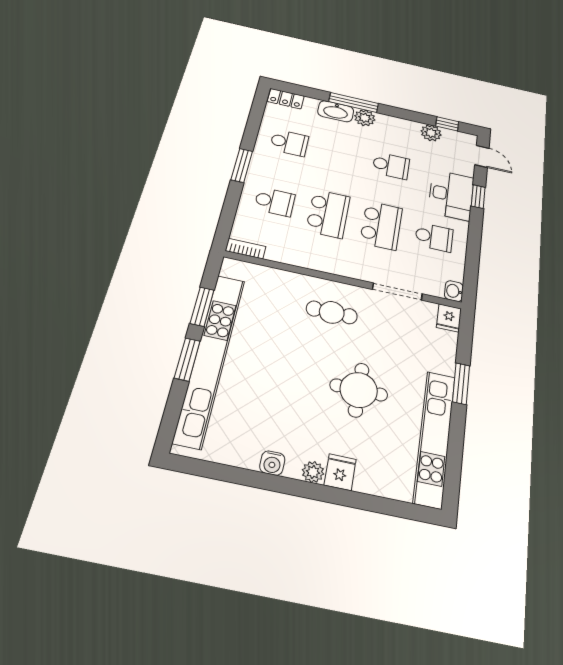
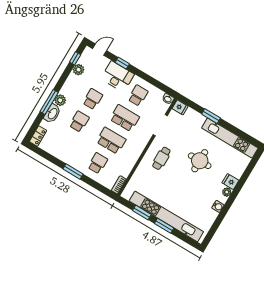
school desk: (289, 143) -> (79, 122), moved

